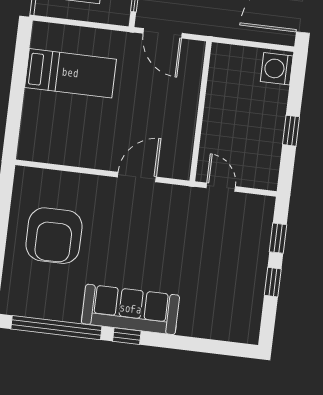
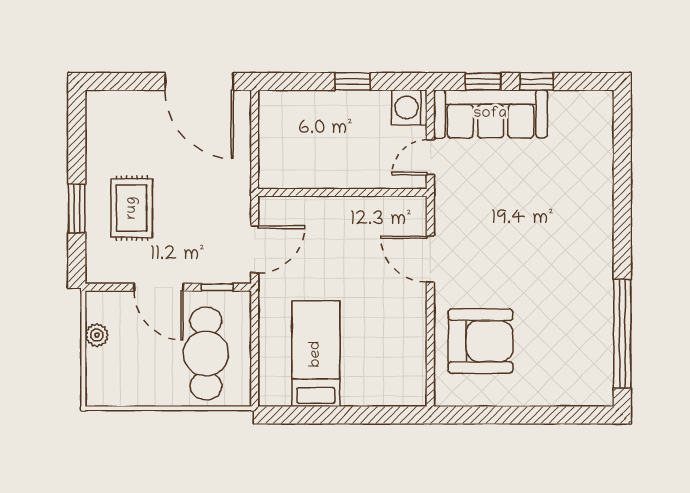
washing machine: (277, 69) -> (409, 108), moved, turned 90
armchair: (54, 236) -> (480, 341), moved
sofa: (130, 309) -> (490, 114), moved, turned -90
window: (127, 336) -> (622, 248), removed

